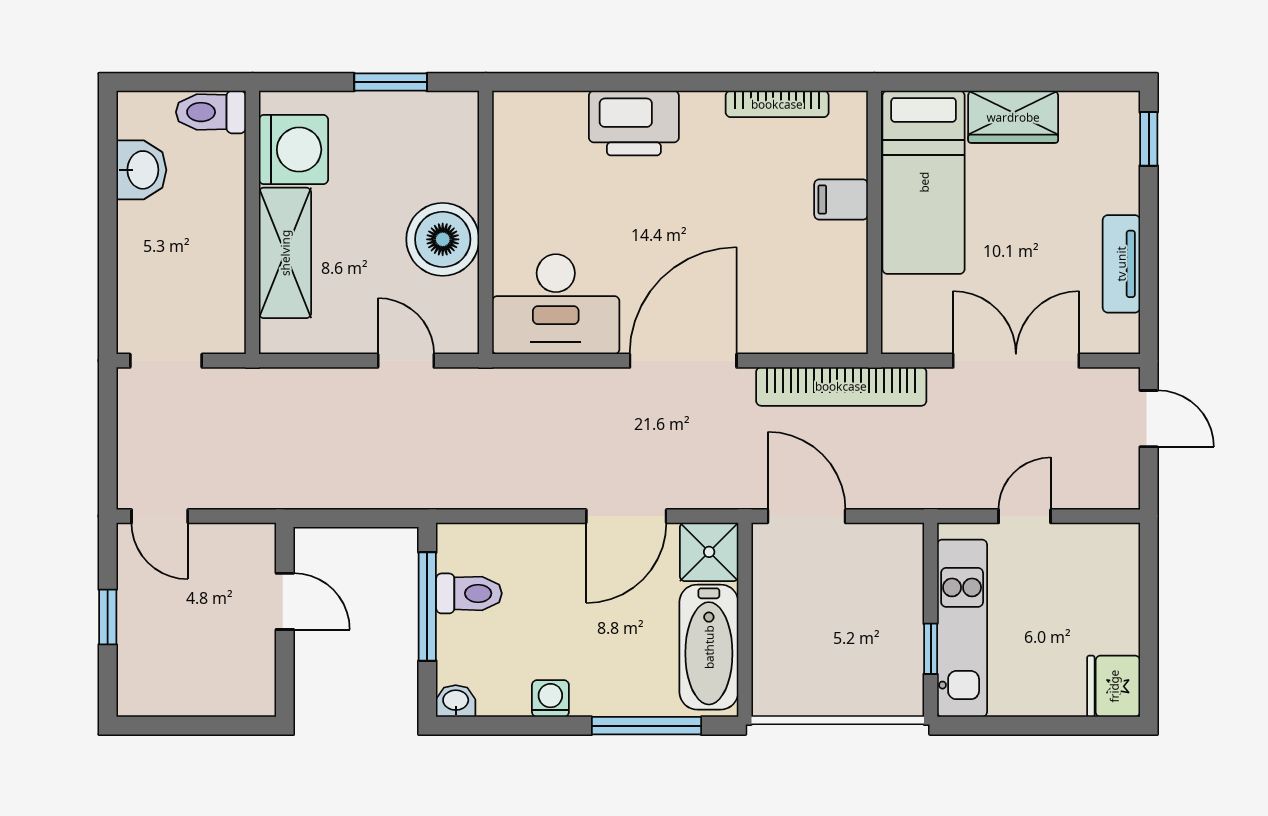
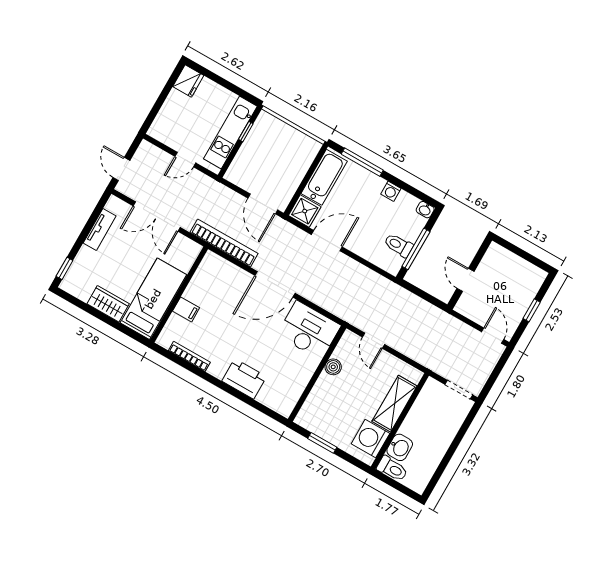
washbasin: (141, 170) -> (400, 447), moved, turned 180
boiler: (443, 239) -> (333, 367), width x0.54, depth x0.54

